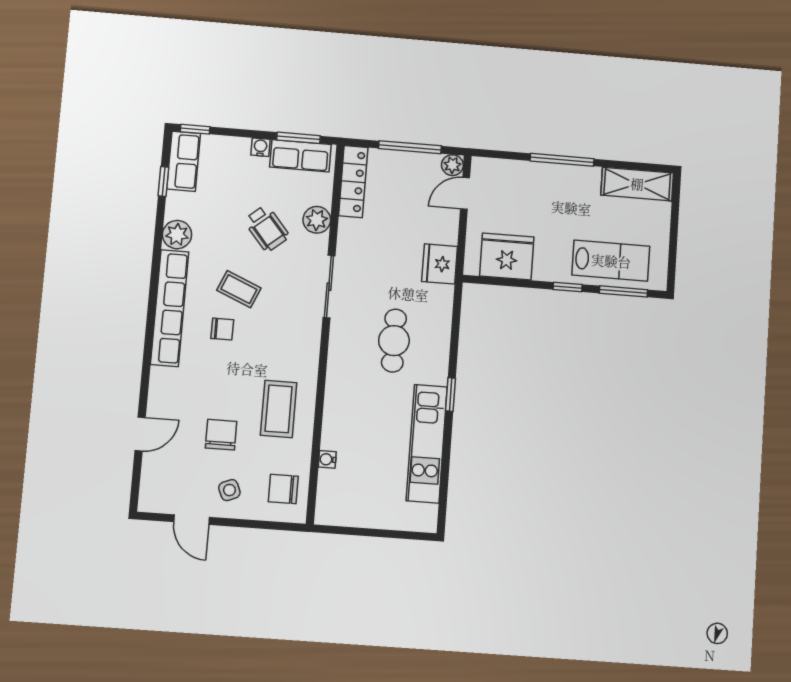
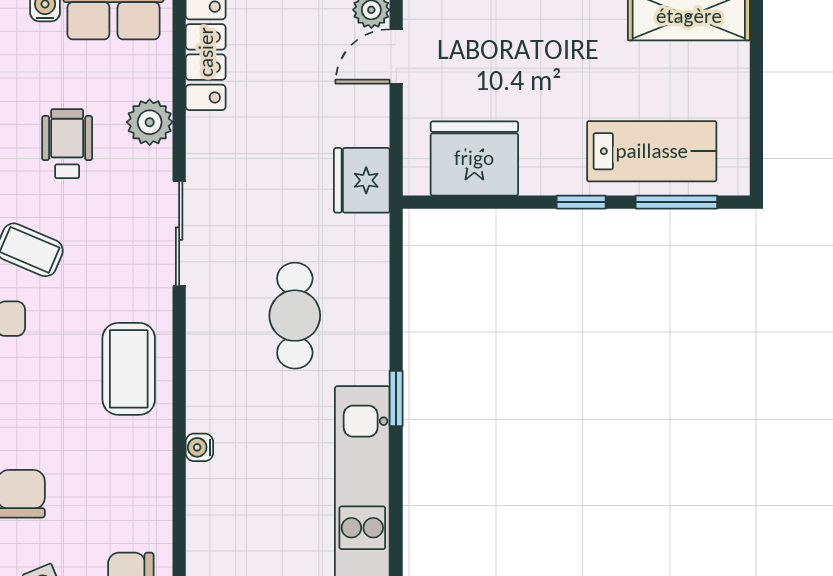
wheelchair: (267, 228) -> (67, 144), turned -140
coffee table: (279, 409) -> (129, 369), moved
water cooler: (327, 459) -> (199, 447), moved

